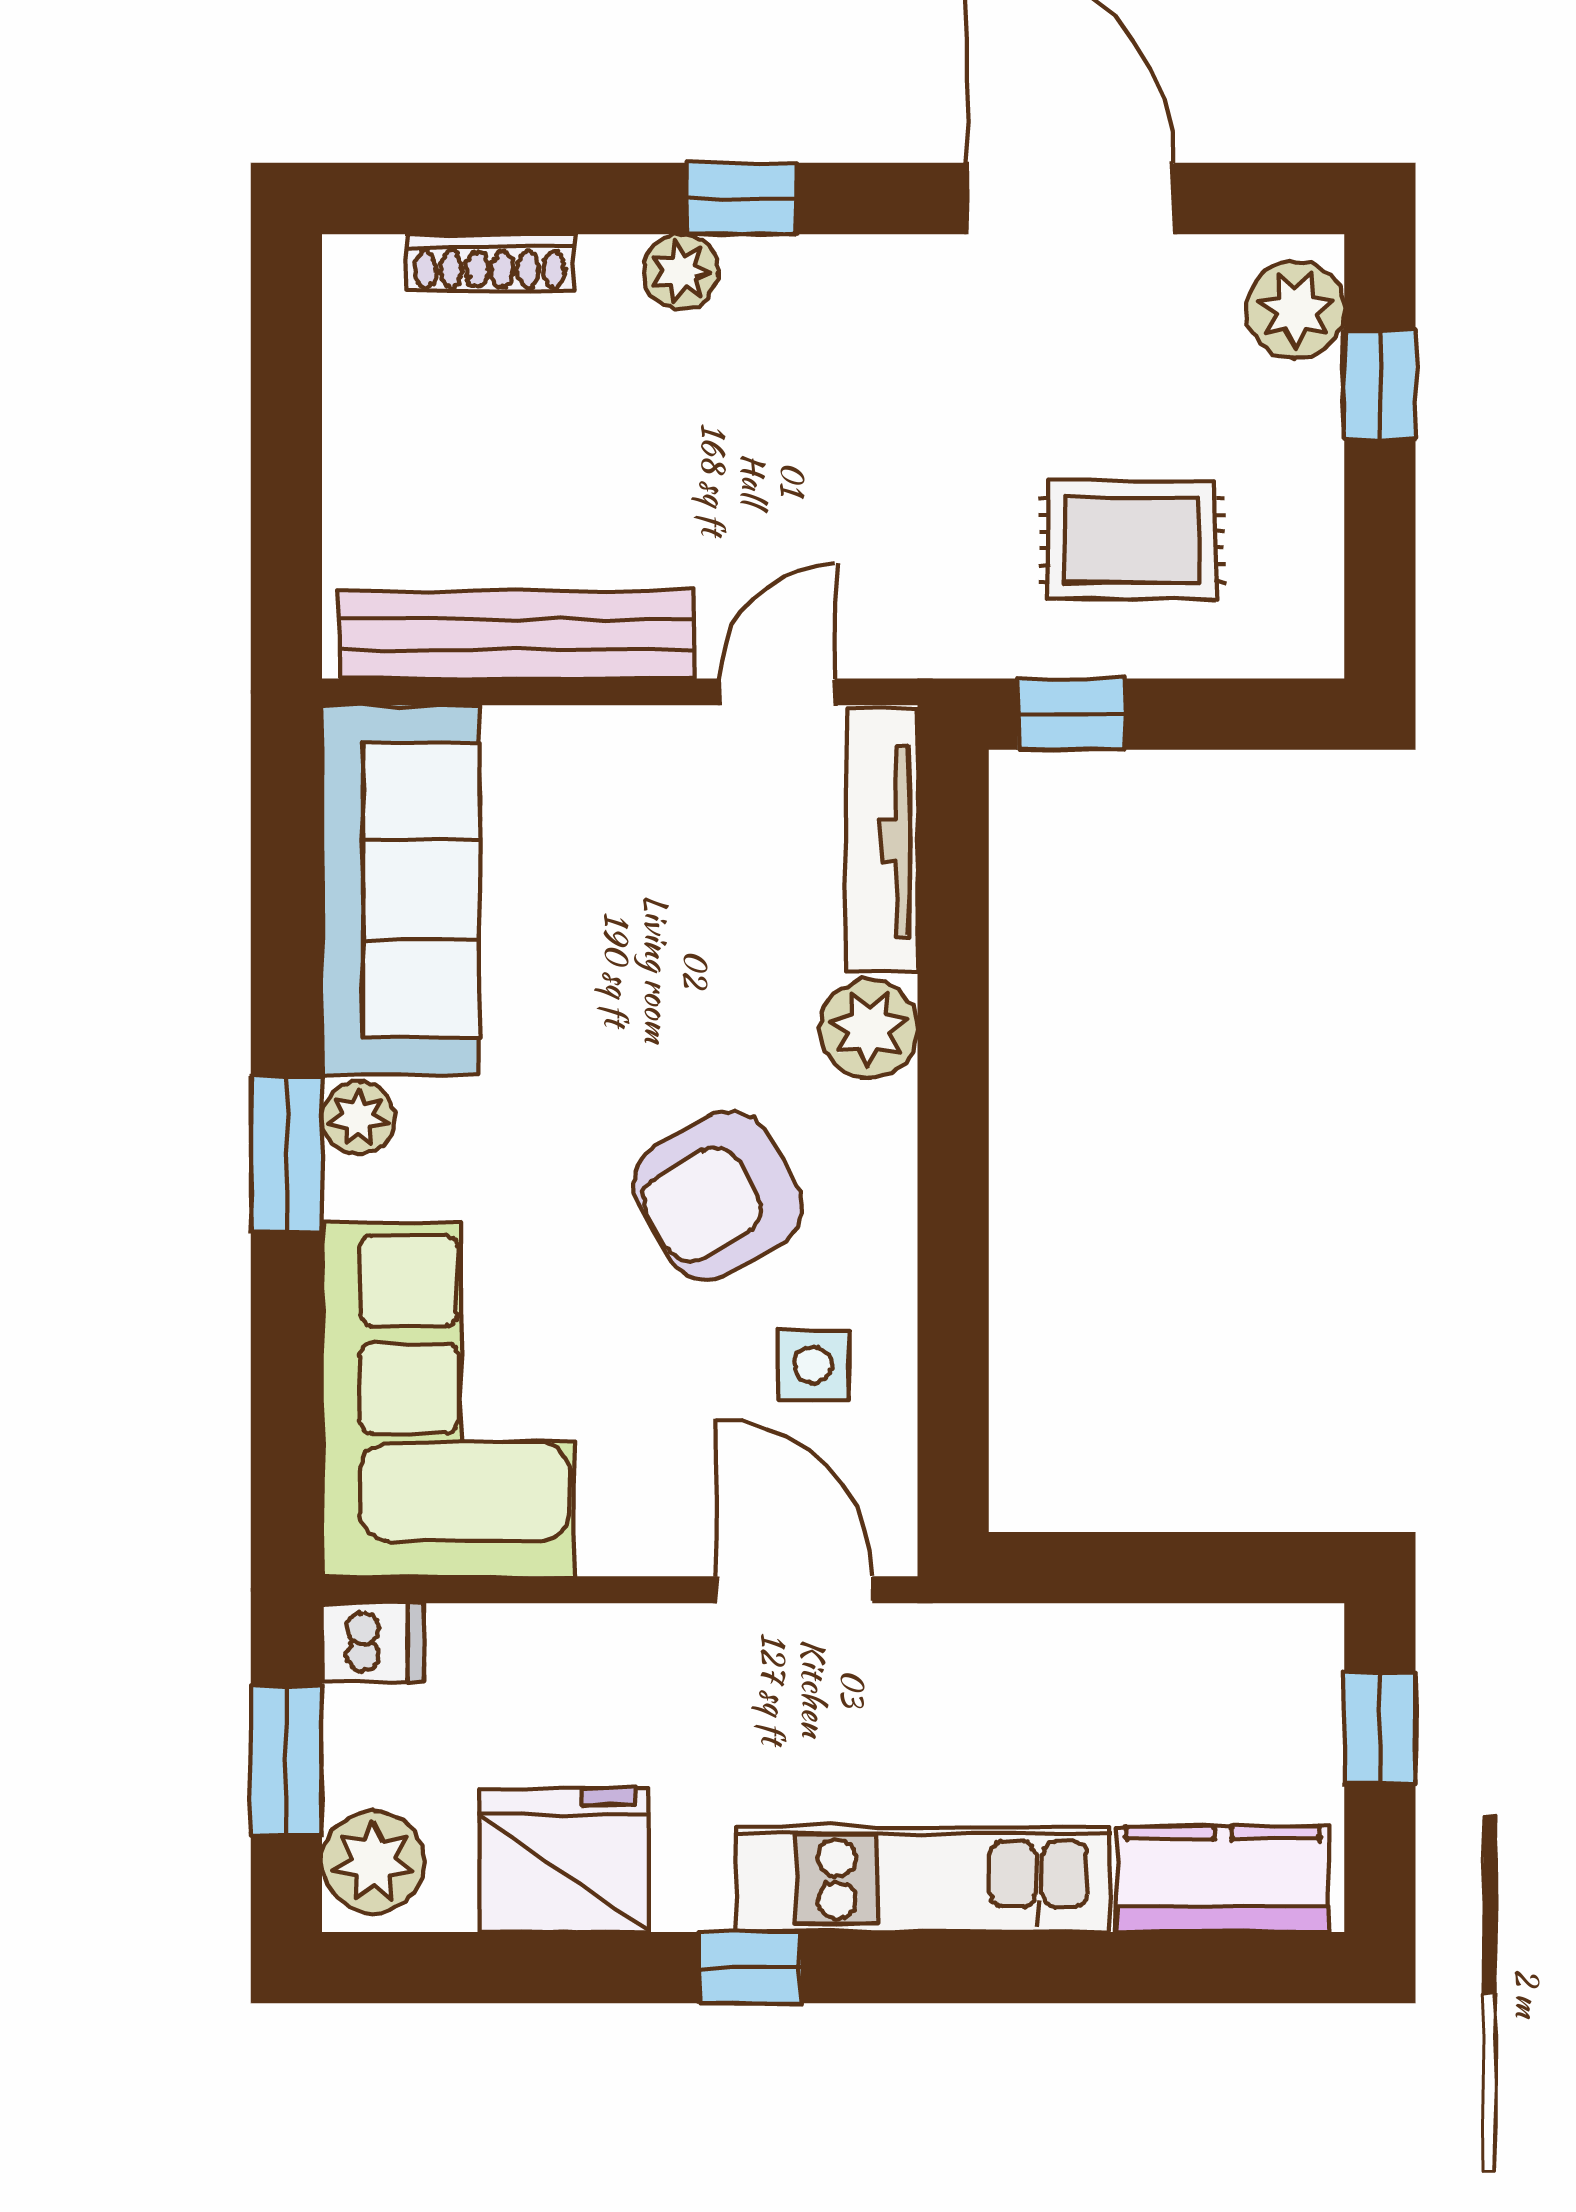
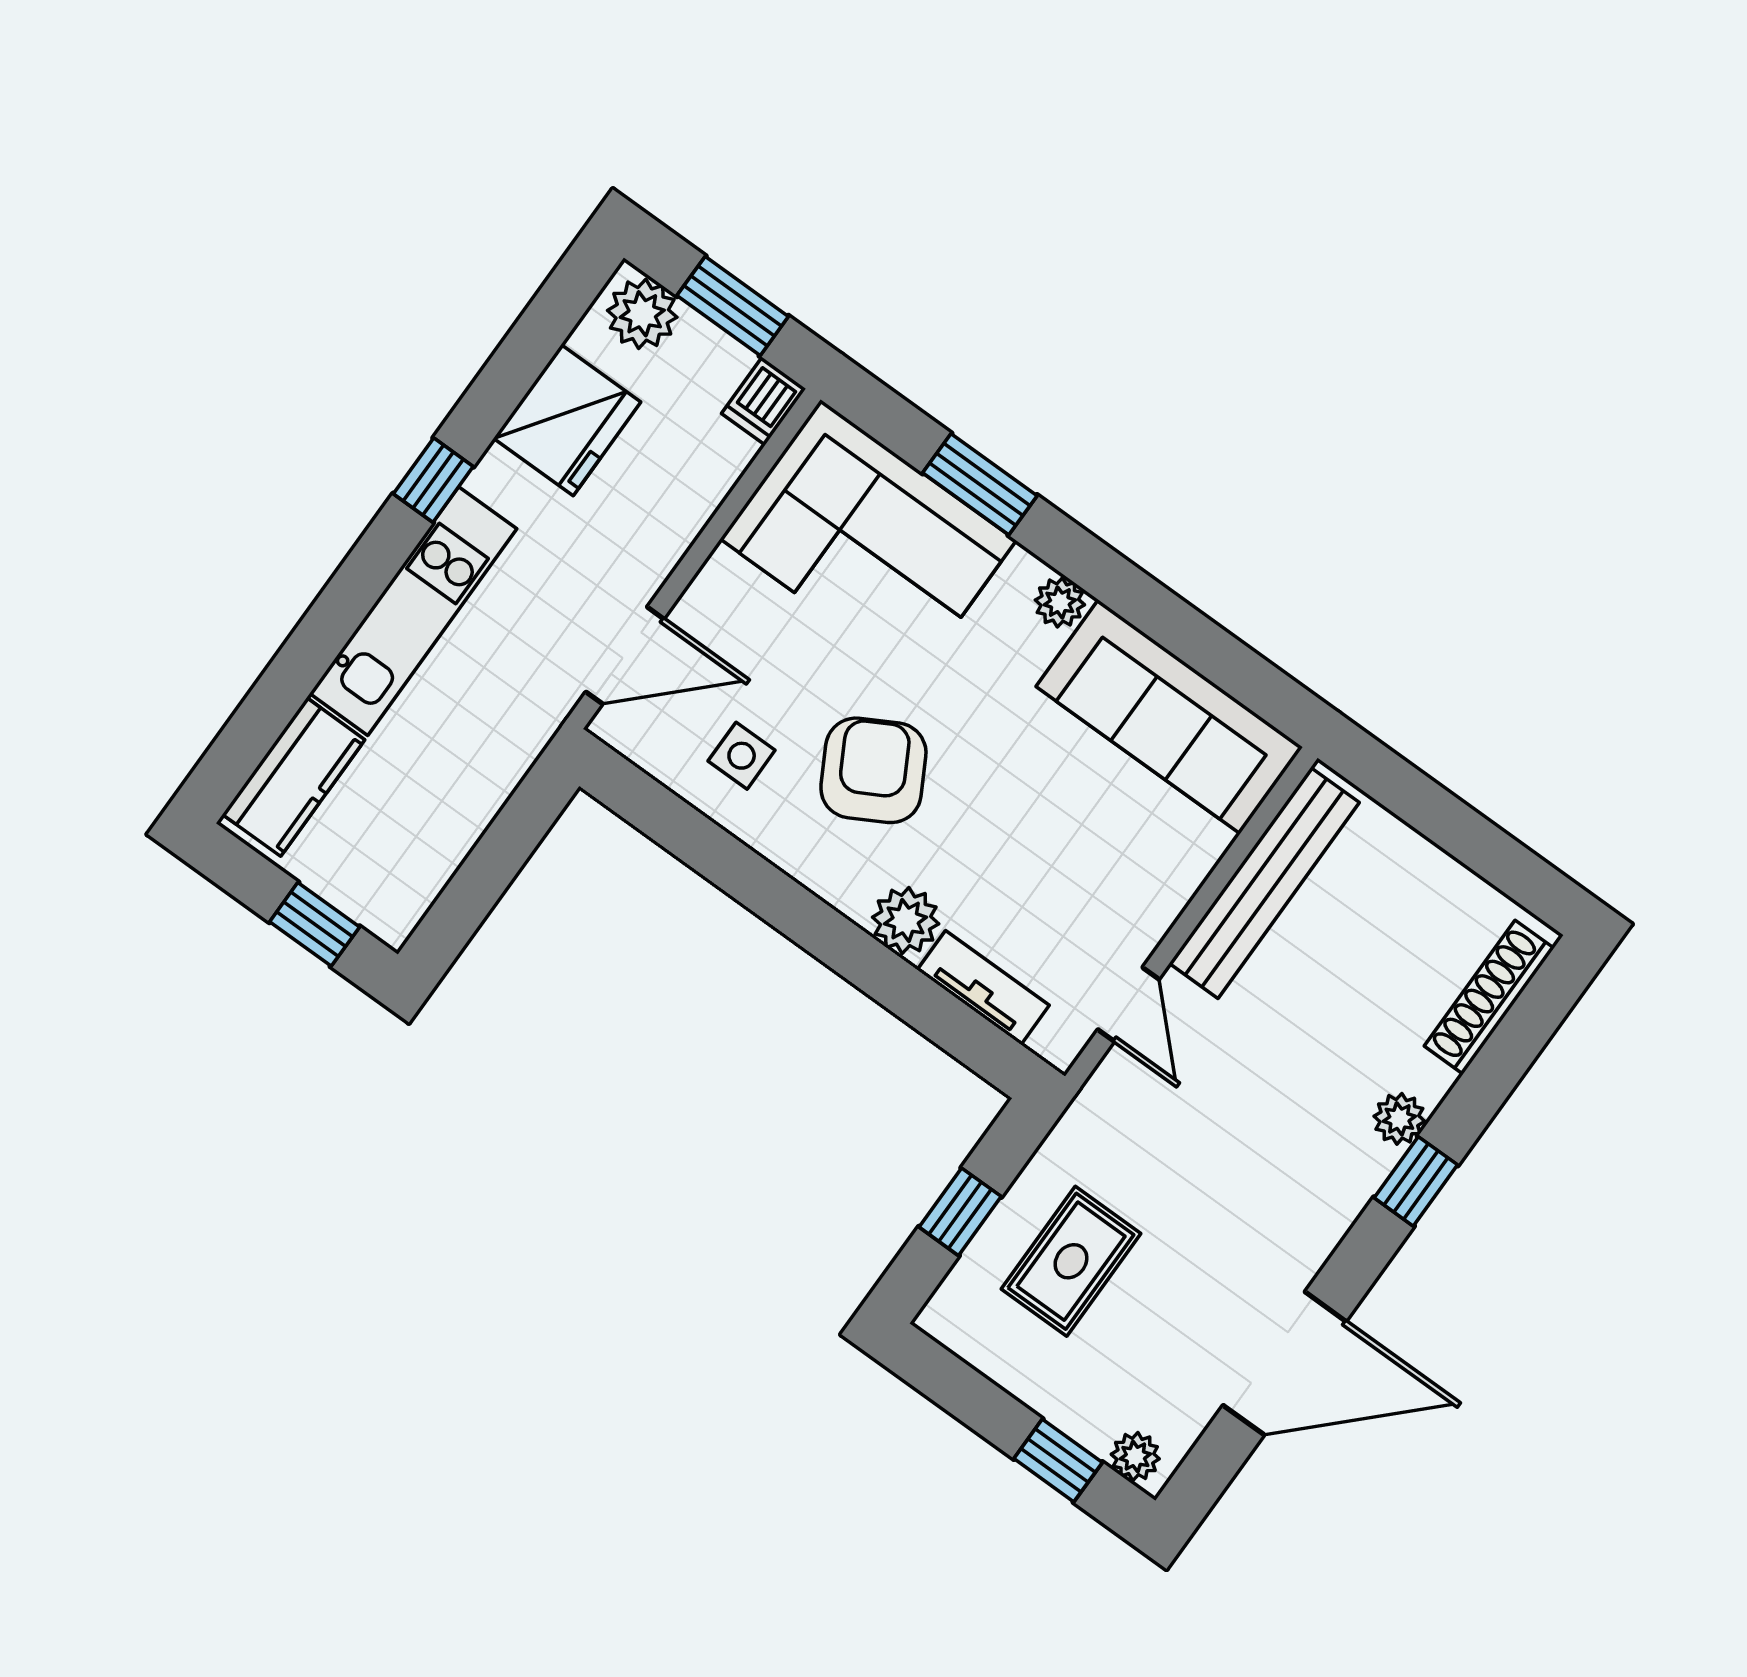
shoe rack: (490, 263) -> (1489, 997), width x1.36, depth x1.24
plant: (1295, 309) -> (1135, 1456), width x0.73, depth x0.73
window: (1071, 714) -> (960, 1212), moved
tv unit: (882, 840) -> (983, 988), width x0.71
window: (286, 1154) -> (980, 484), moved

